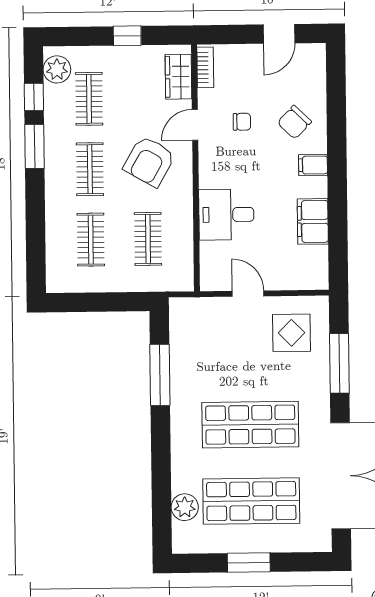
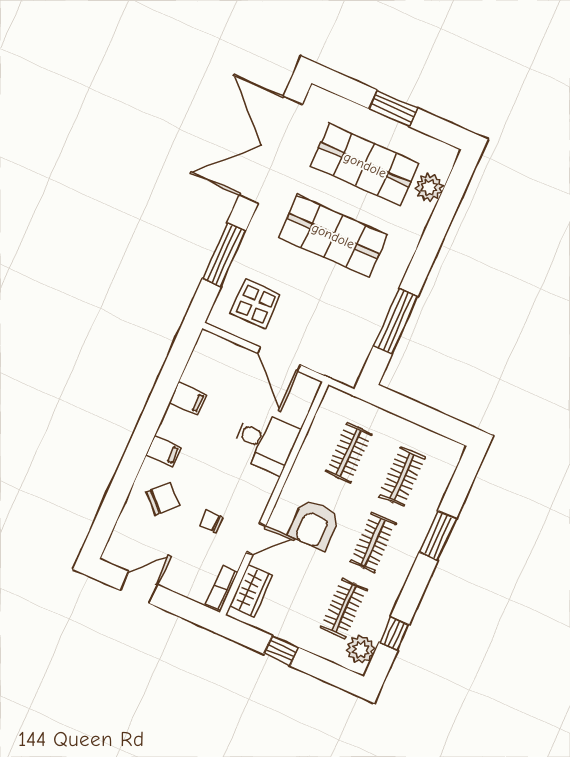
window: (35, 146) -> (438, 536), moved
armchair: (149, 161) -> (314, 524), turned 150
filing cabinet: (313, 221) -> (188, 399), width x0.50
door: (248, 294) -> (279, 359), width x1.38

